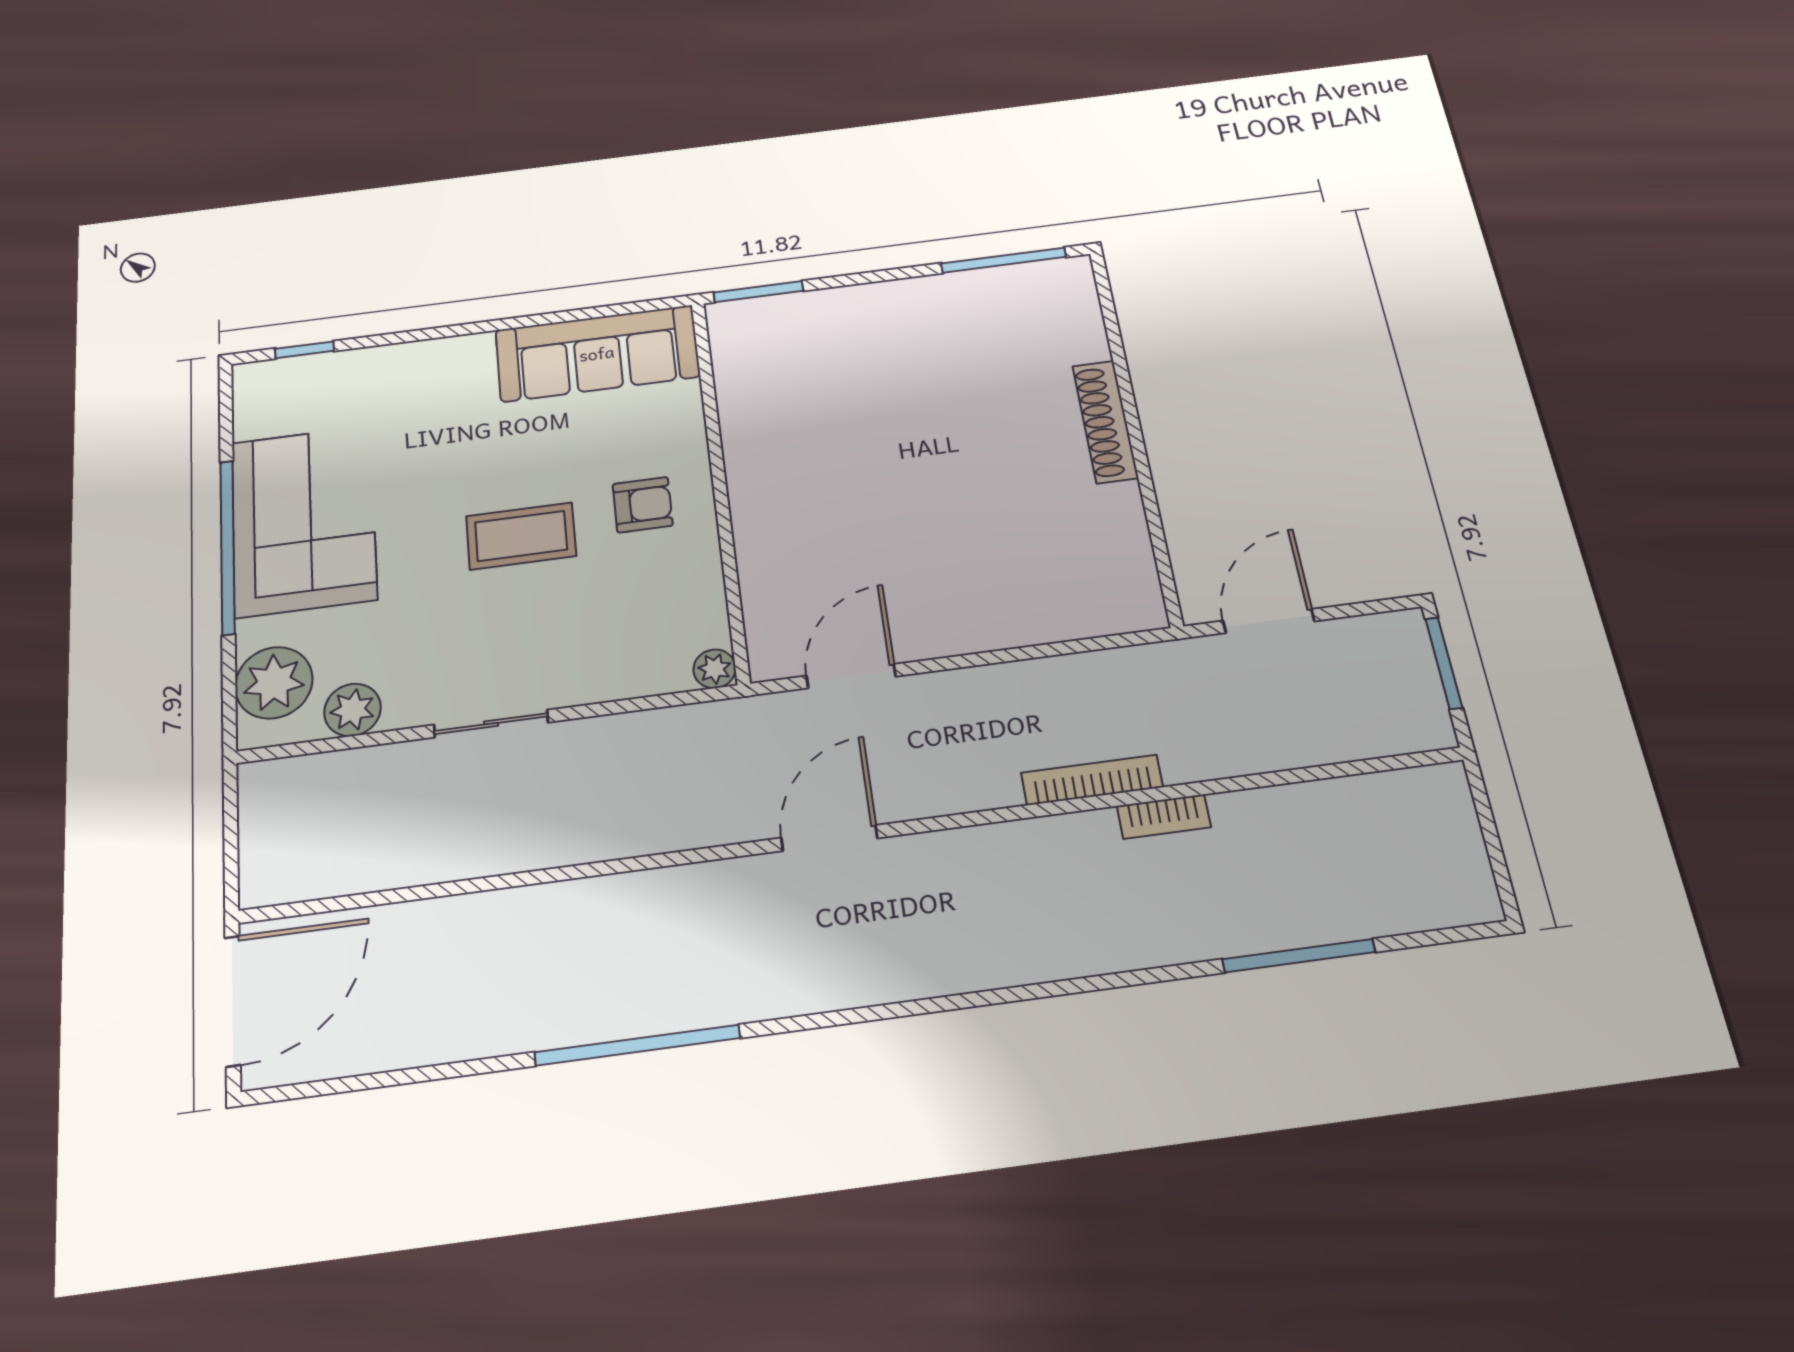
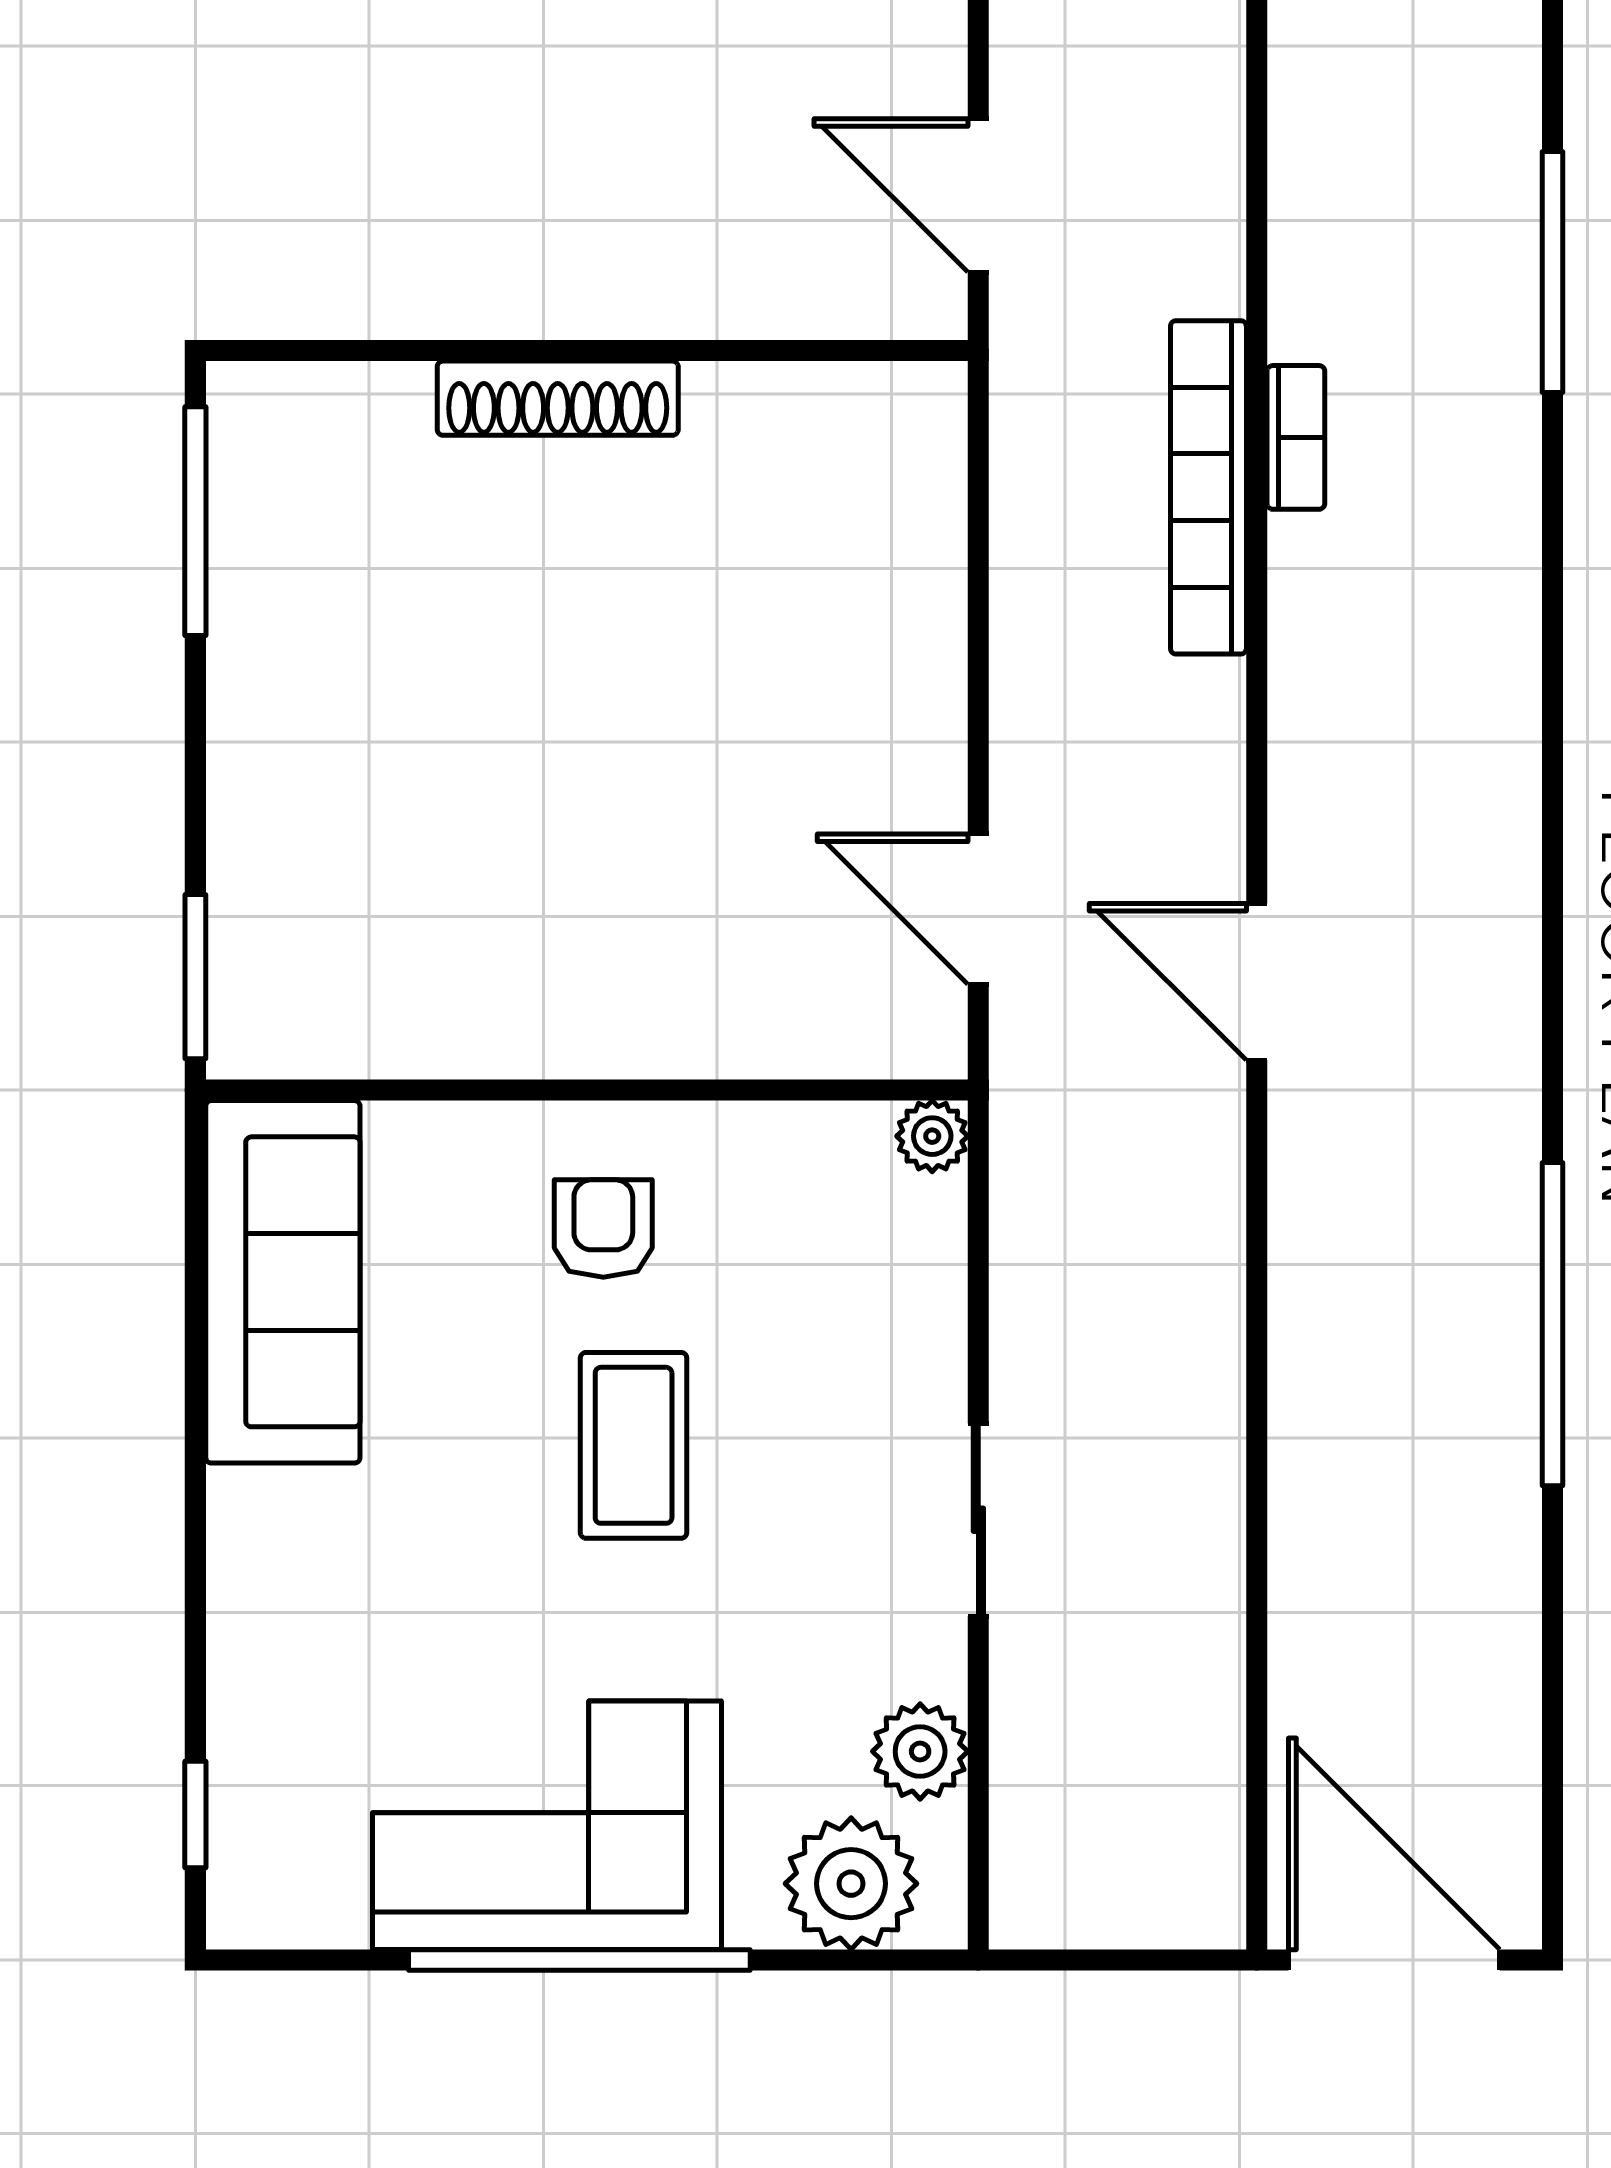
bookcase: (1092, 780) -> (1208, 487), width x1.48, depth x1.31

